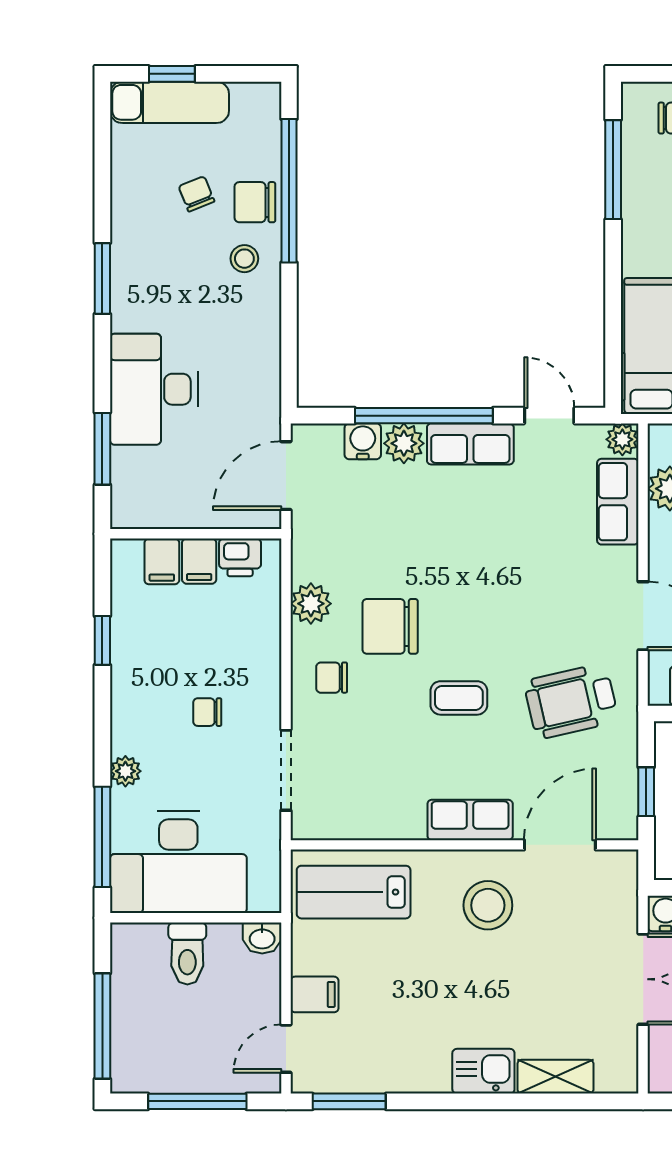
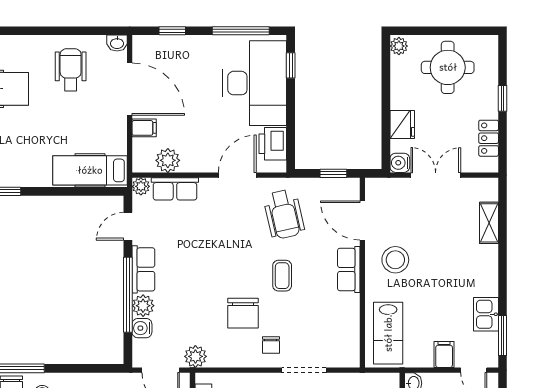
plant: (311, 604) -> (195, 356), moved
doorway: (286, 770) -> (304, 370), moved
kitchen sink: (483, 1071) -> (486, 314), moved

